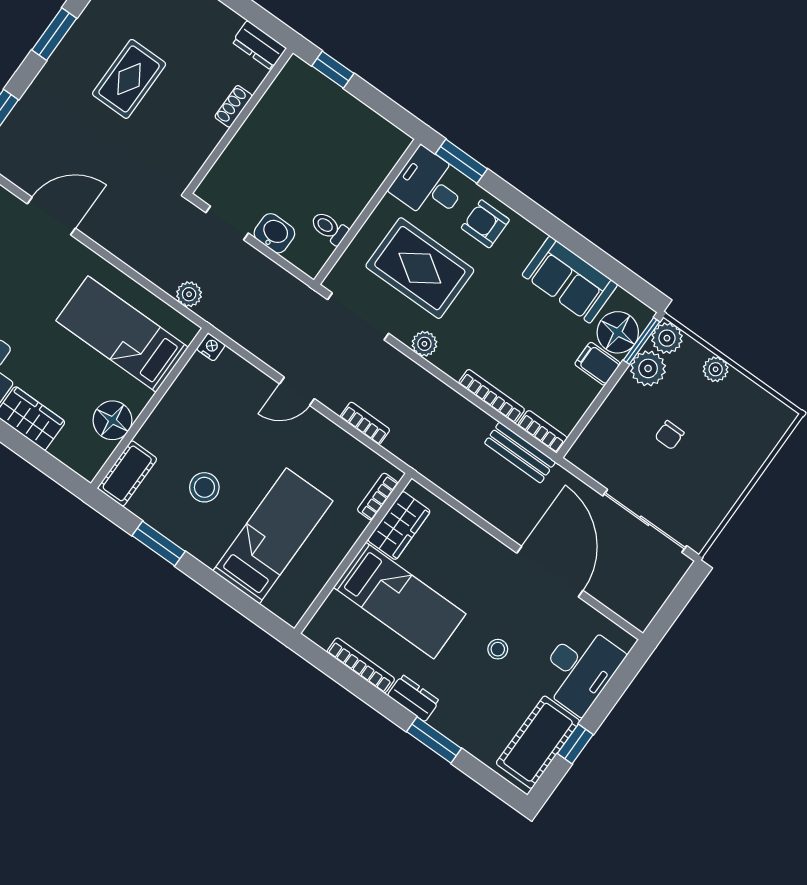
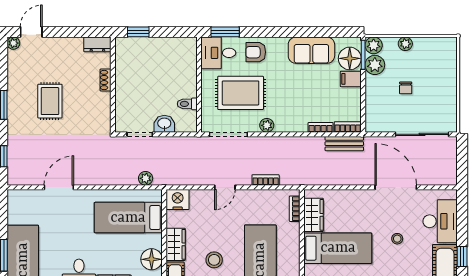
nightstand: (211, 347) -> (178, 200), width x1.89, depth x1.79
bookcase: (492, 396) -> (321, 127), width x0.64
wardrobe: (164, 424) -> (176, 244), added

